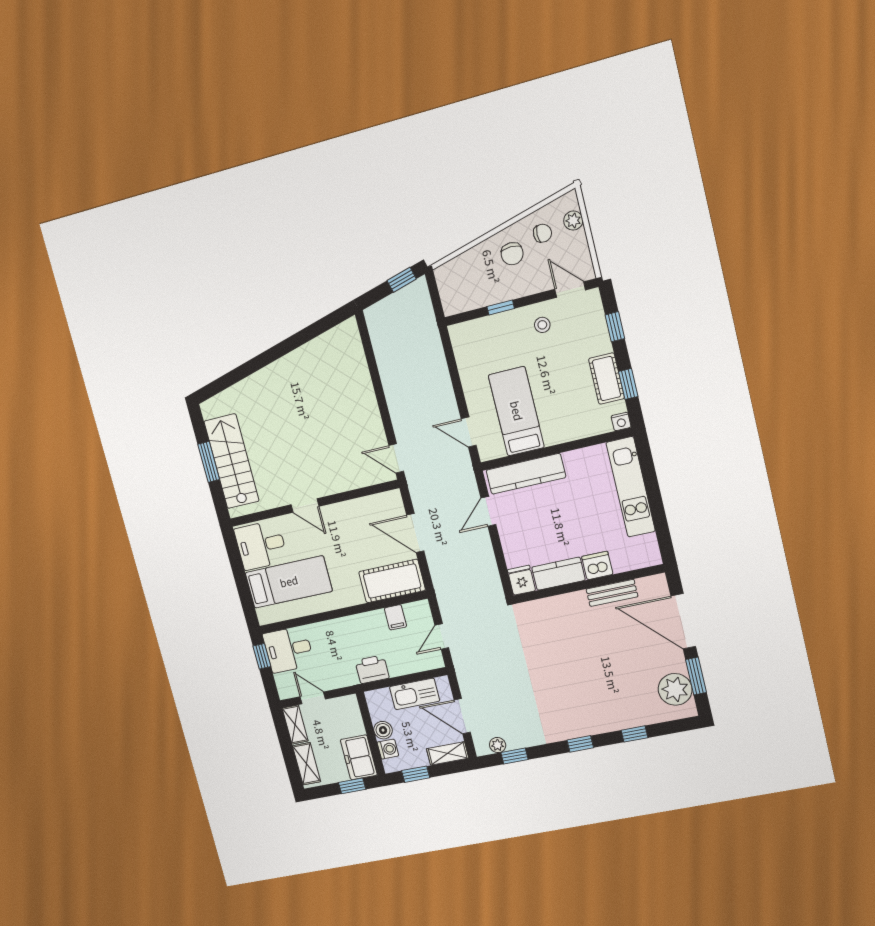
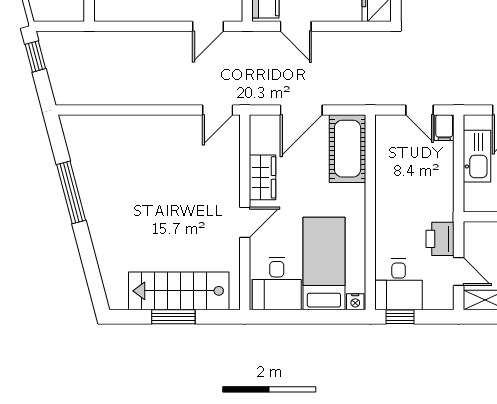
window: (290, 344) -> (71, 192), added
wardrobe: (348, 512) -> (263, 177), added
nightstand: (264, 616) -> (355, 302), added
filing cabinet: (395, 617) -> (444, 128), moved, turned 90
printer: (372, 669) -> (440, 239), moved
door: (313, 698) -> (459, 272), swing flipped

